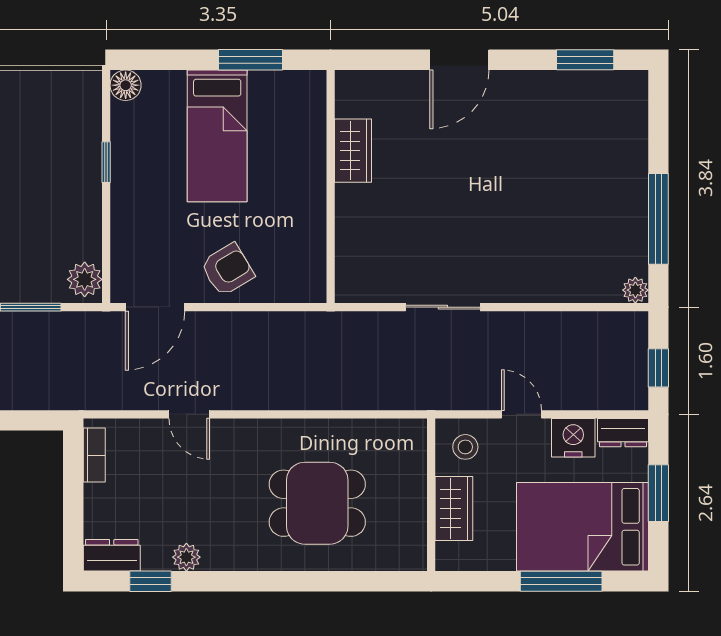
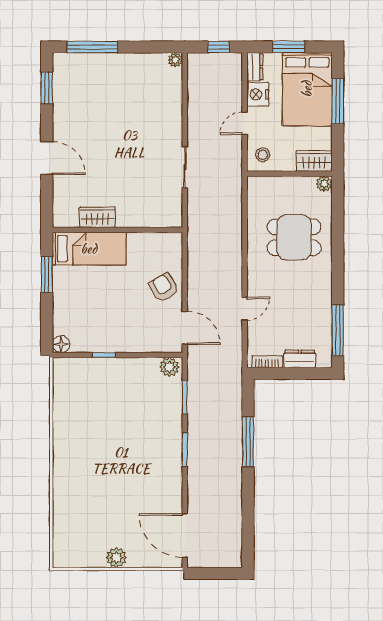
bed: (217, 136) -> (89, 249), moved
window: (658, 219) -> (92, 47), moved
dining table: (317, 503) -> (294, 237), turned 90
wardrobe: (454, 509) -> (314, 161), moved
dresser: (112, 555) -> (300, 359), moved, turned 90
plant: (186, 557) -> (324, 184), moved
window: (151, 581) -> (338, 330), width x2.17

